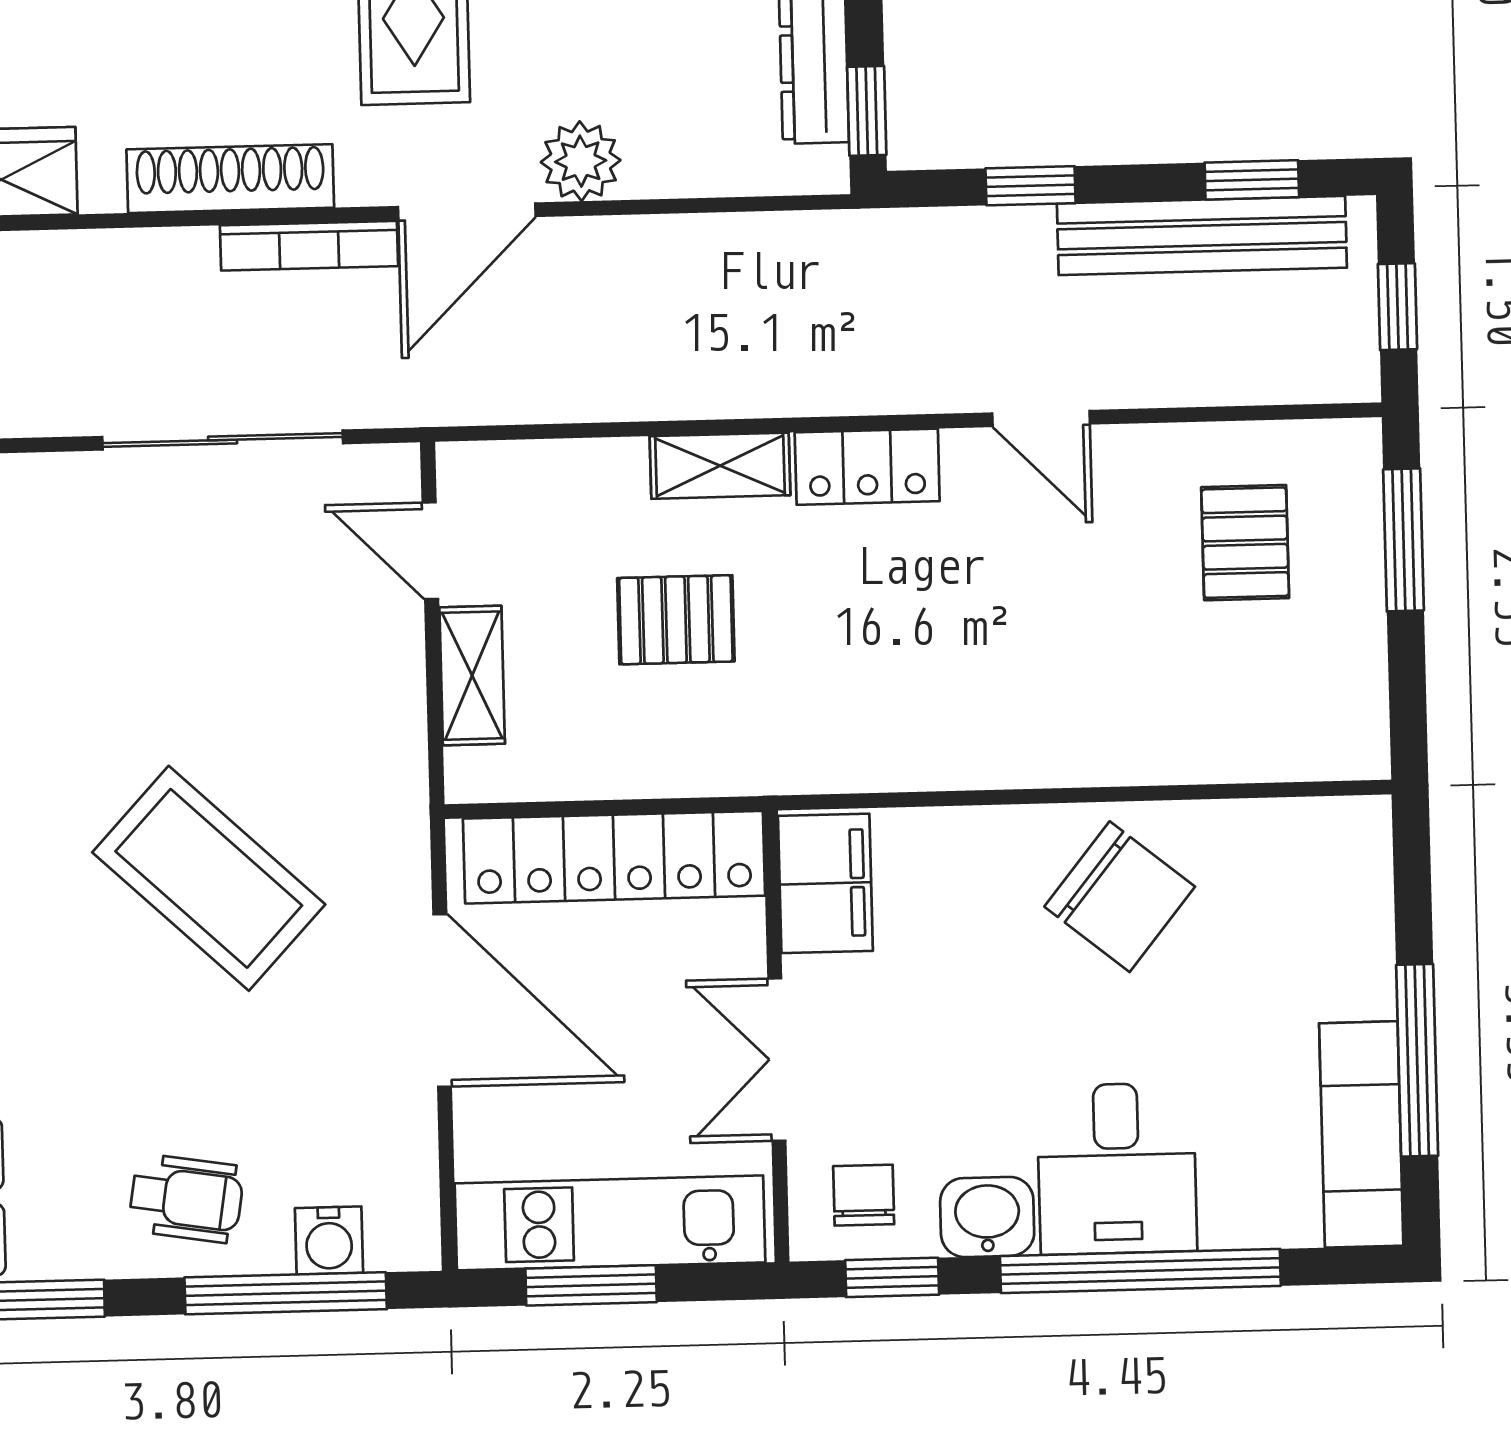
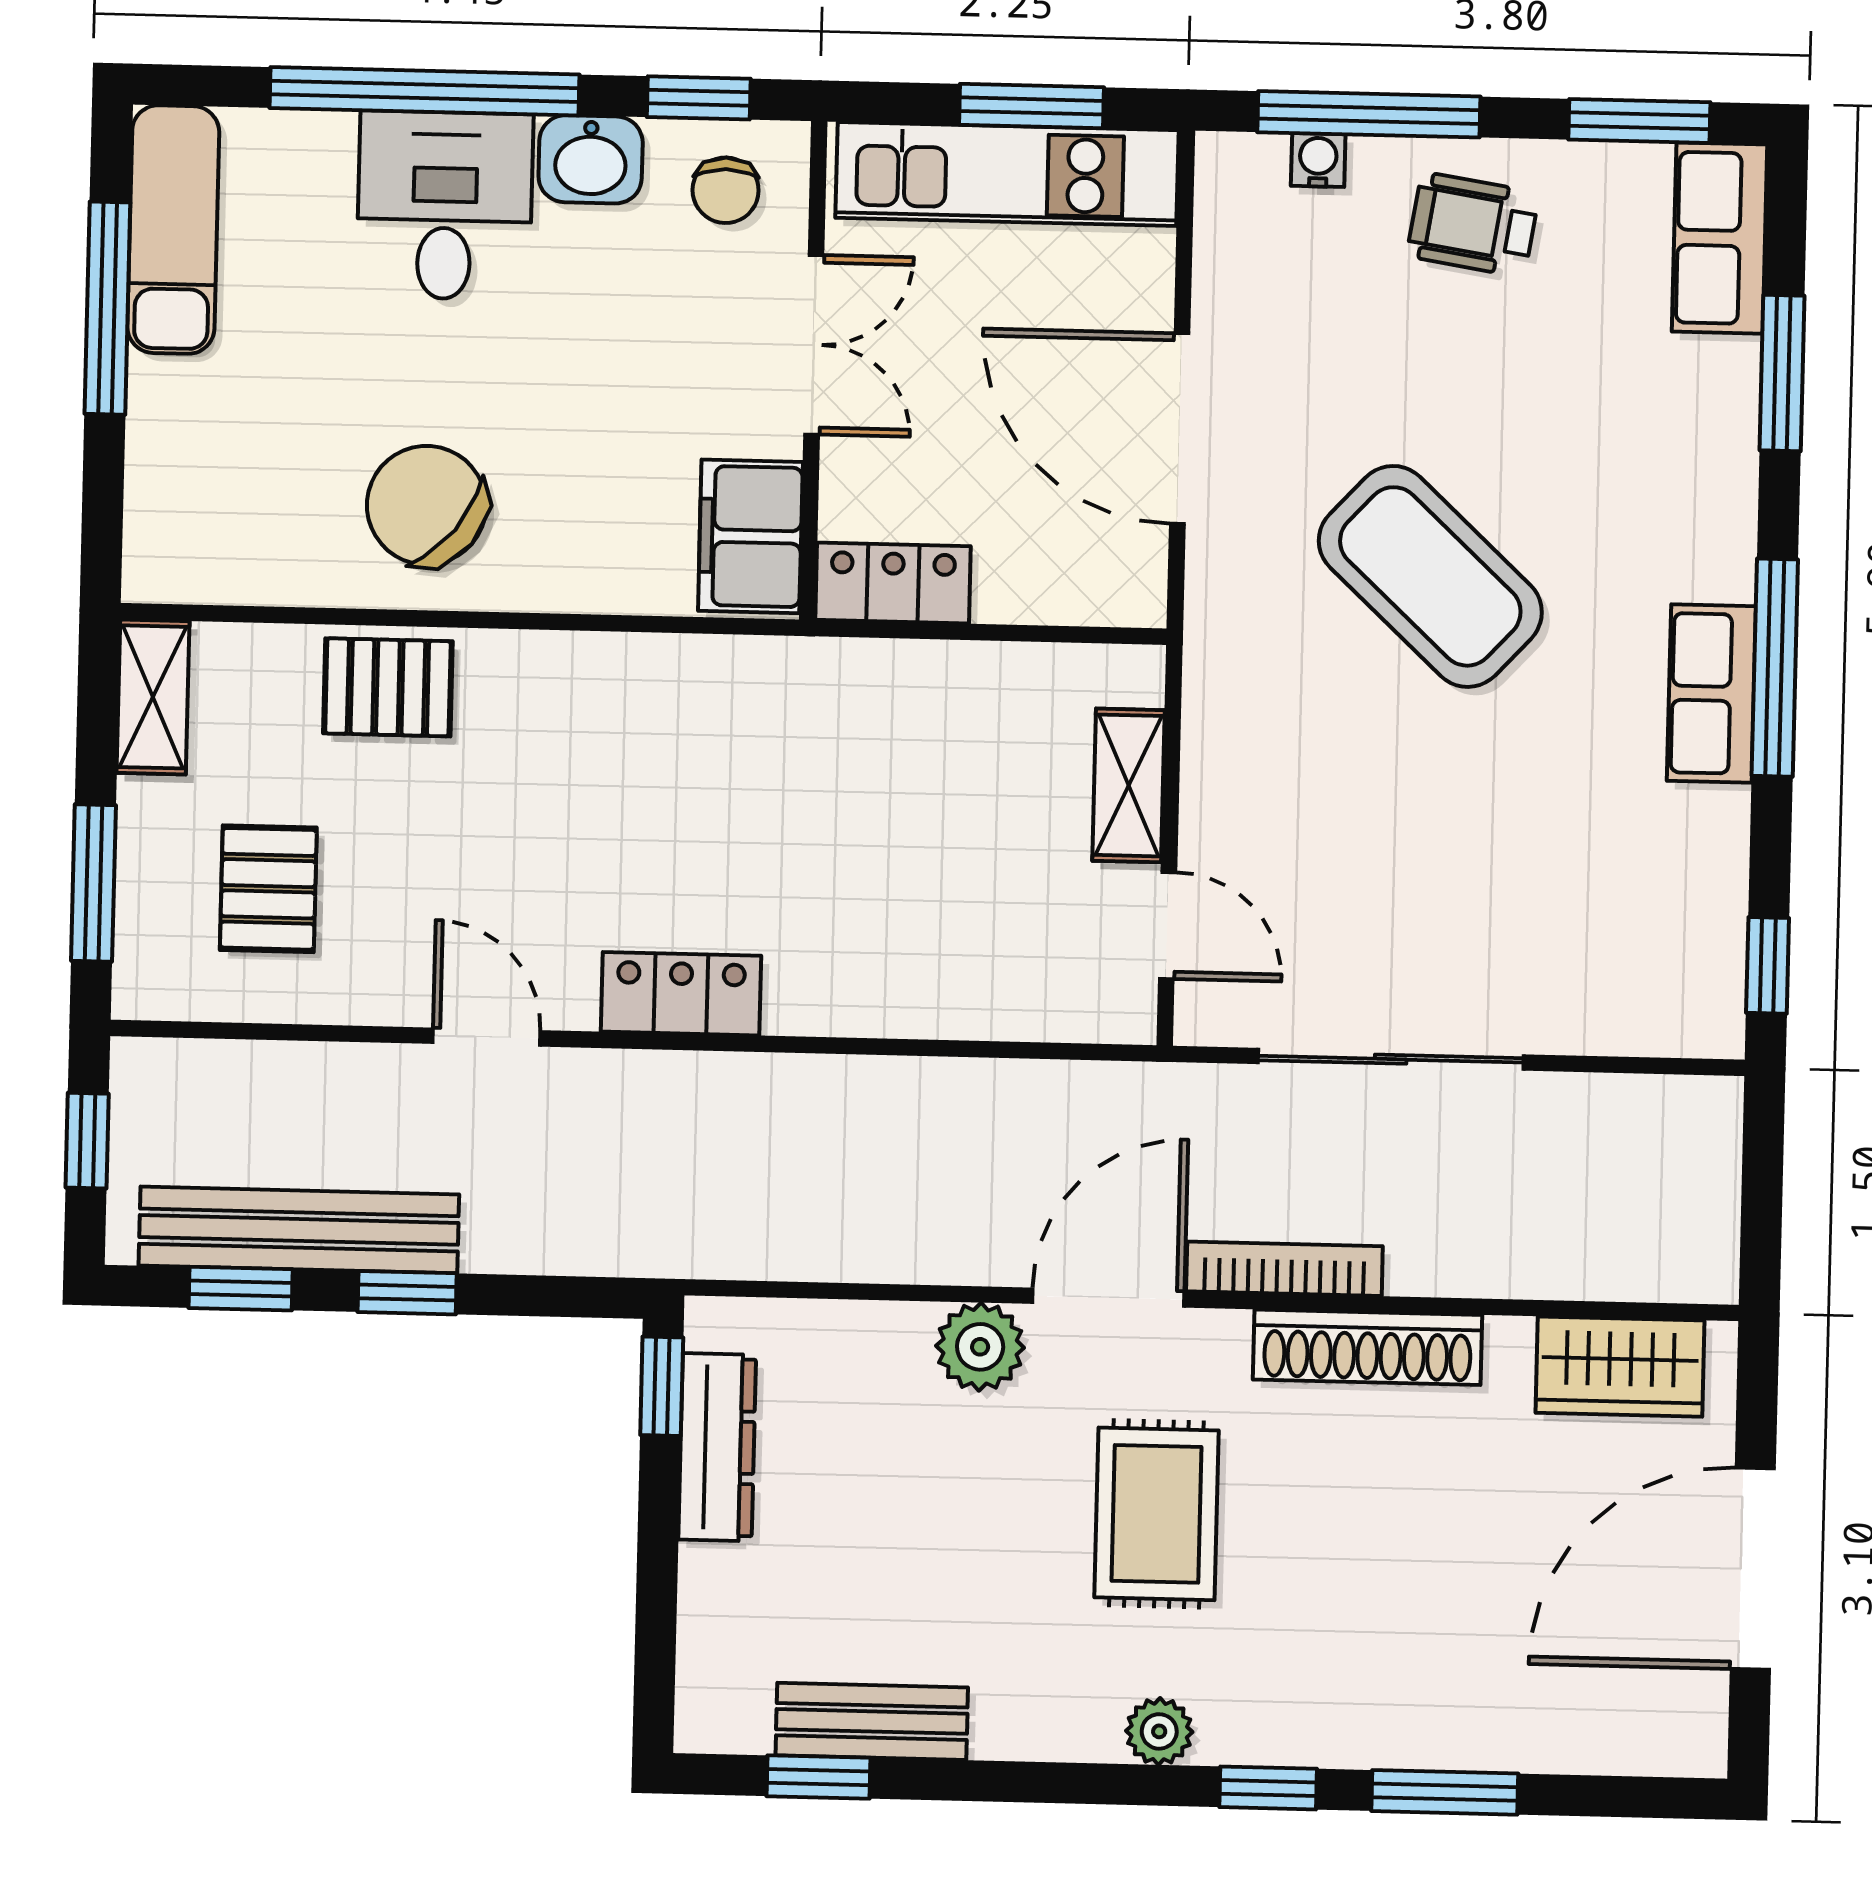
window: (1030, 186) -> (407, 1293), moved
shelving: (720, 466) -> (153, 697), moved, turned 90
pallet: (676, 620) -> (388, 687), moved
locker: (614, 857) -> (893, 583), width x0.46, depth x0.83
water cooler: (329, 1240) -> (1318, 160), width x0.72, depth x0.72

